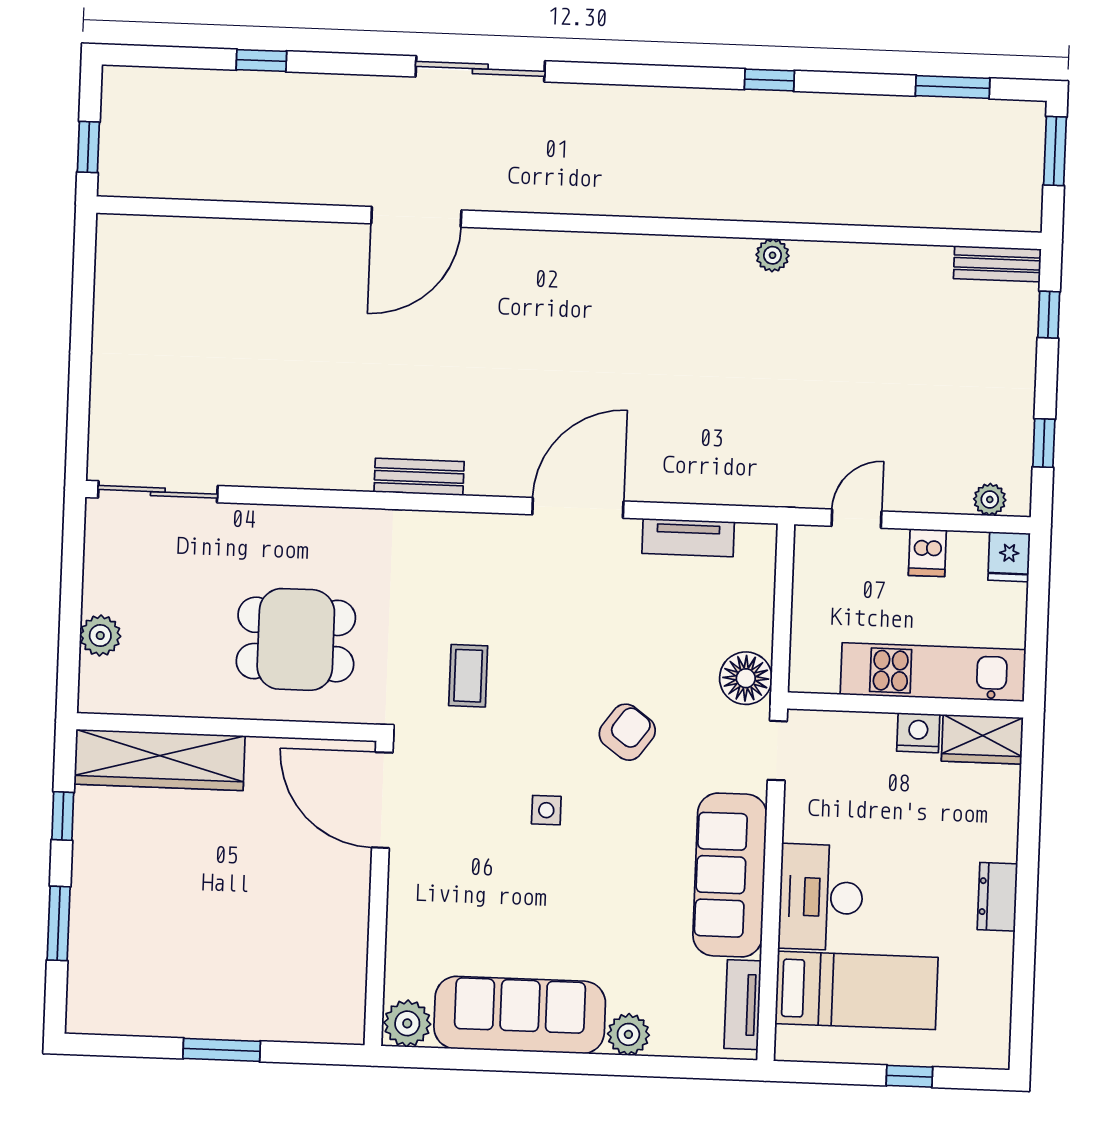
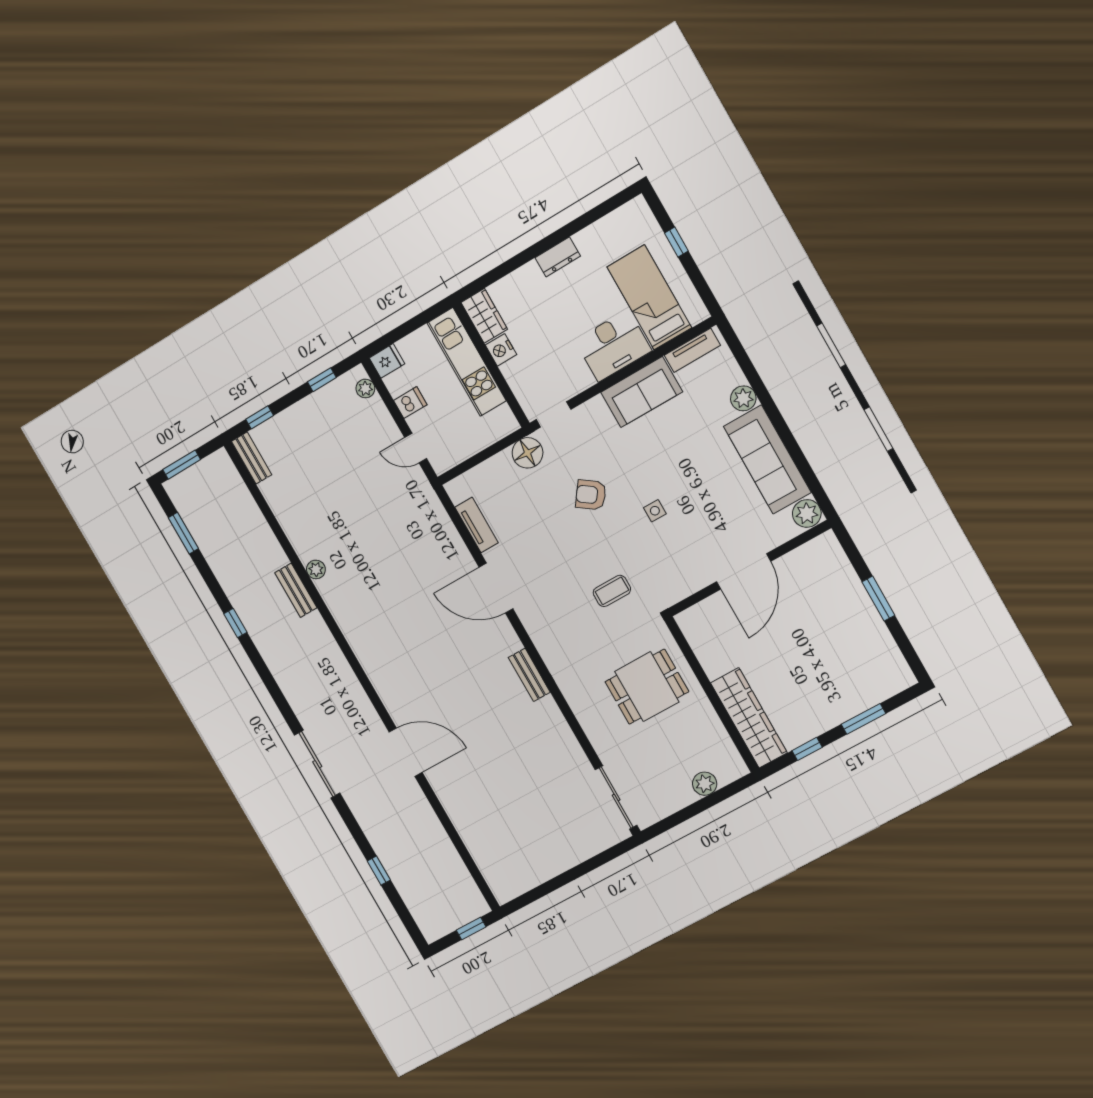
bench: (761, 205) -> (296, 590), added
dining table: (296, 639) -> (647, 687), turned 90
door: (382, 800) -> (744, 571), moved
sofa: (730, 875) -> (642, 392), width x0.73

